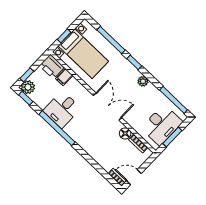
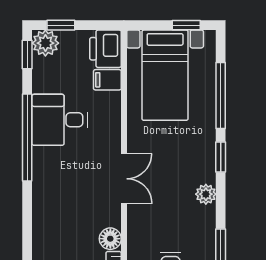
window: (64, 36) -> (186, 25), moved
double door: (107, 107) -> (124, 179), width x0.73

